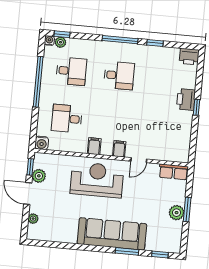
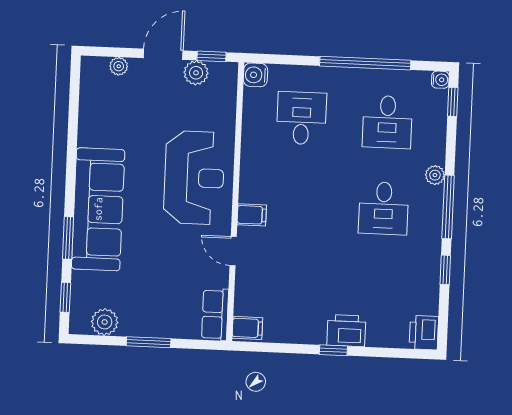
plant: (60, 42) -> (435, 175), moved
filing cabinet: (94, 146) -> (247, 328), moved
plant: (177, 213) -> (105, 322), moved

